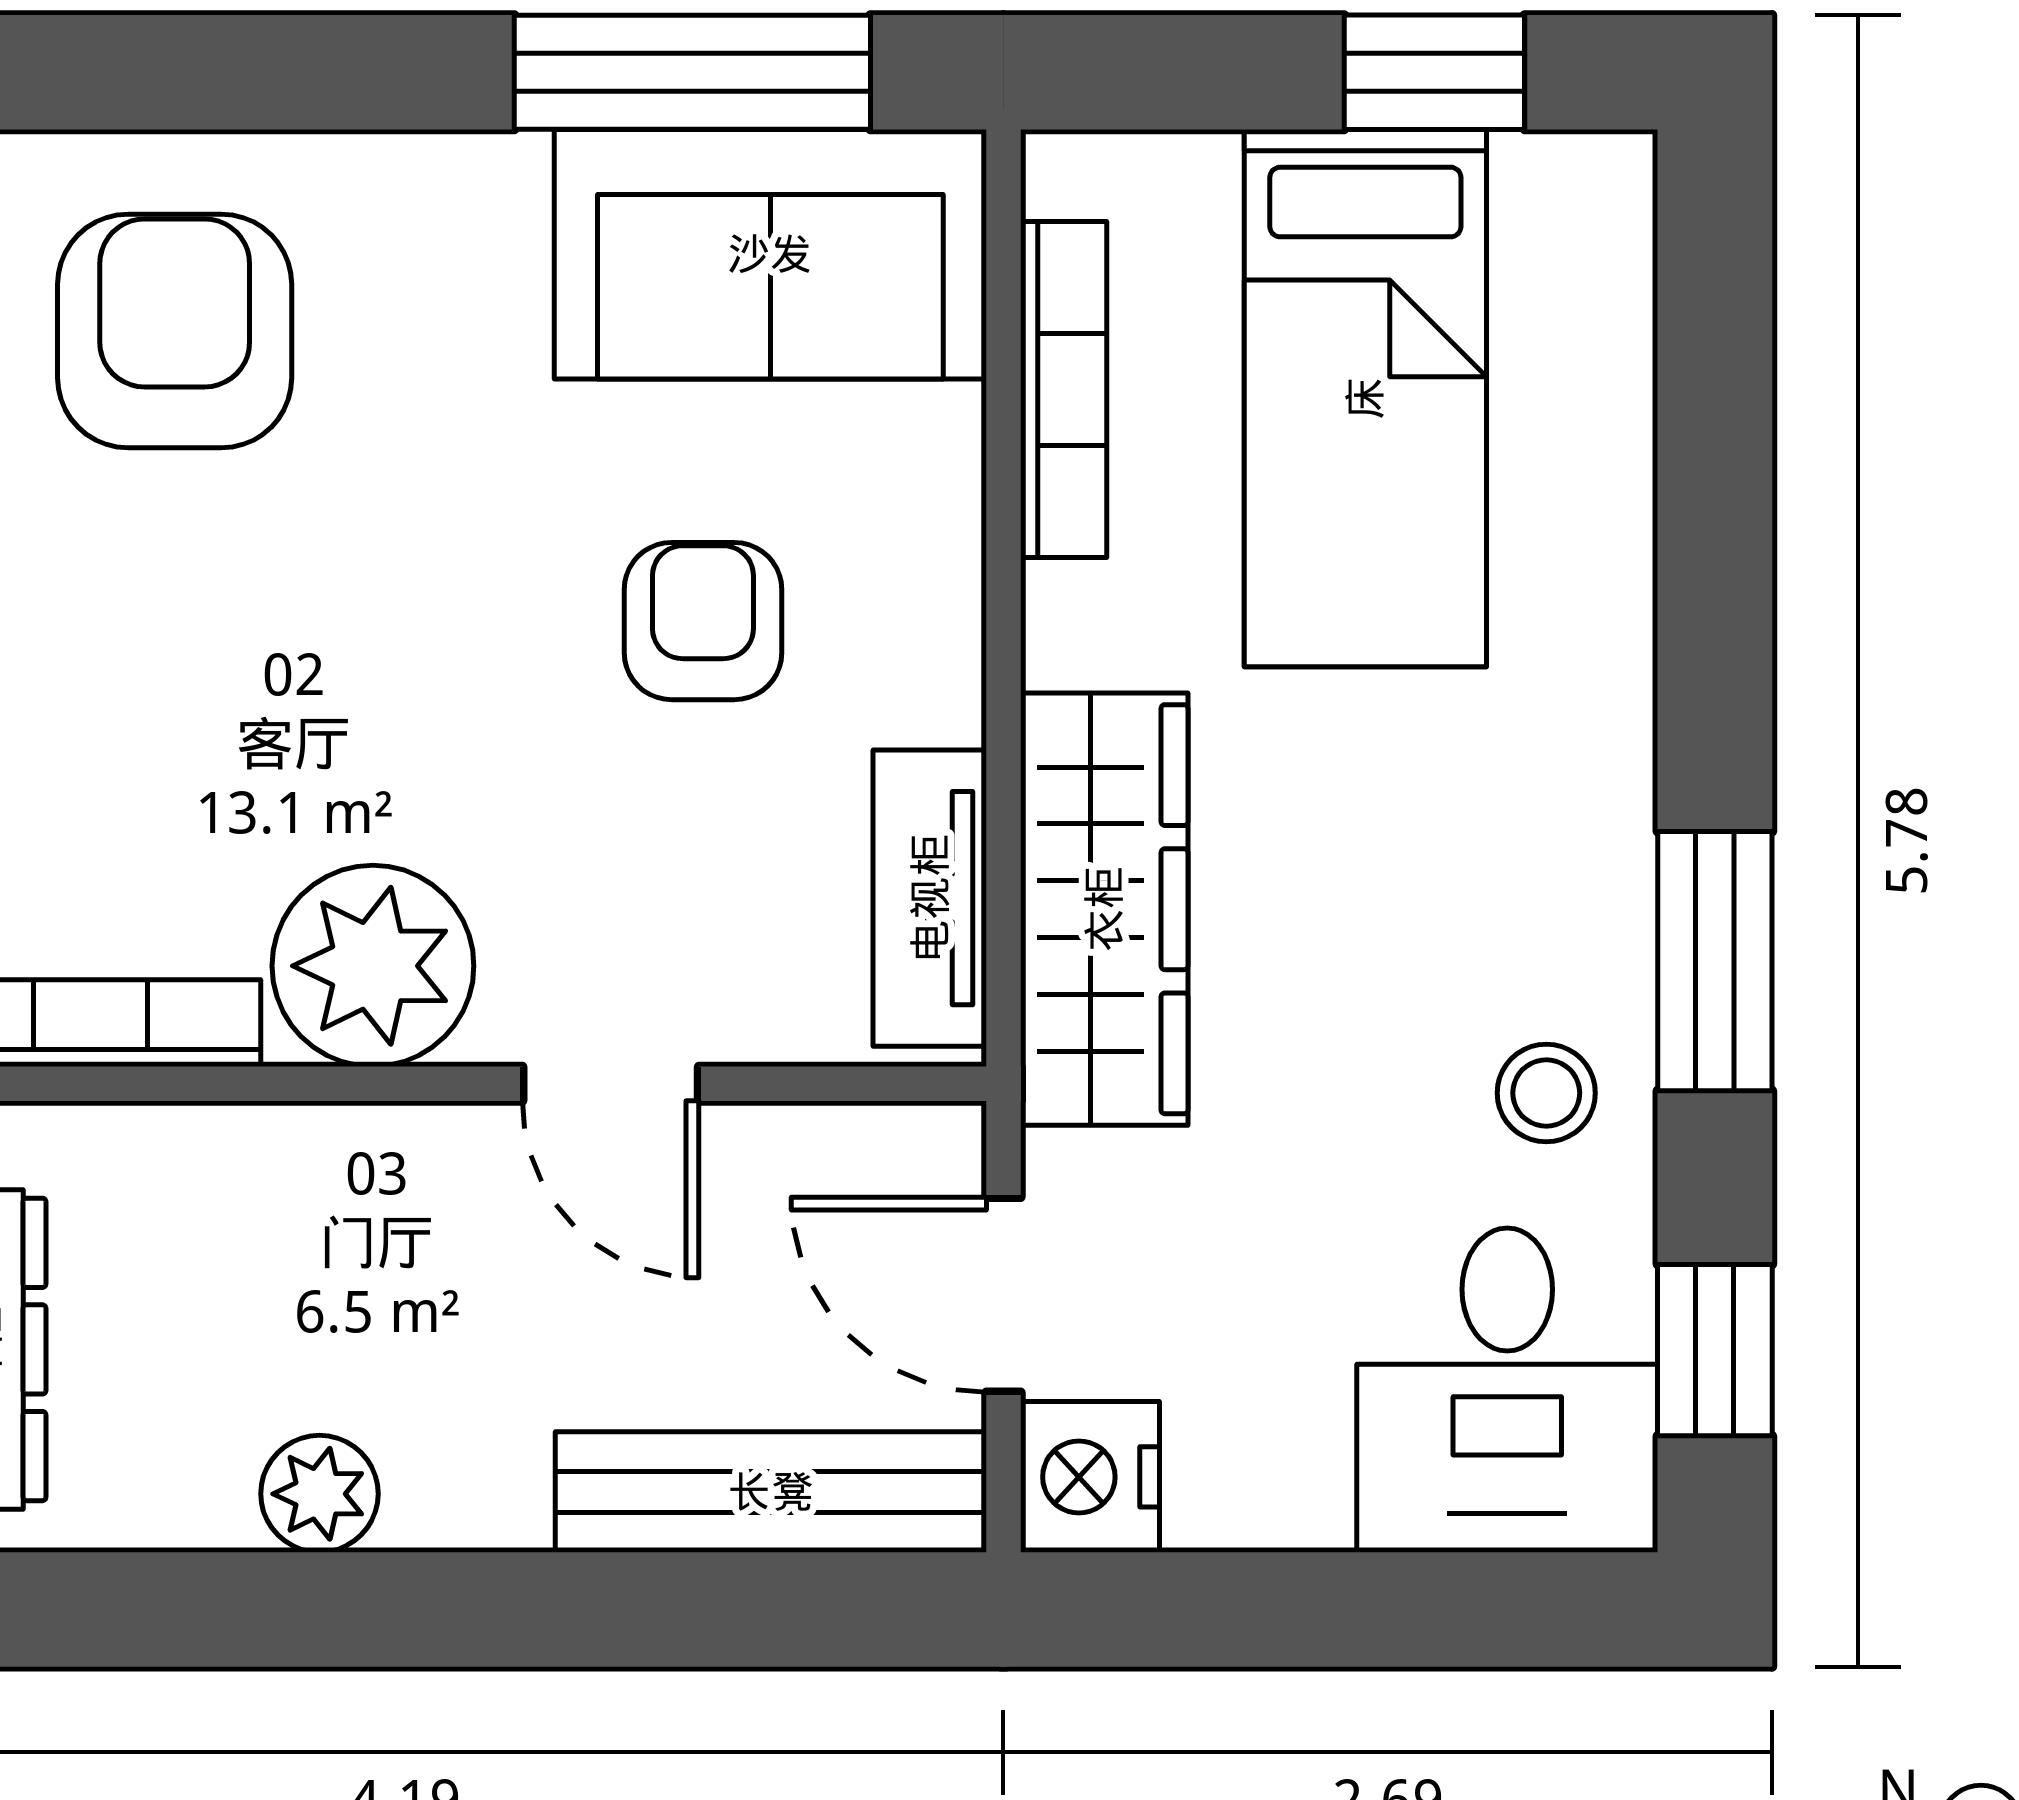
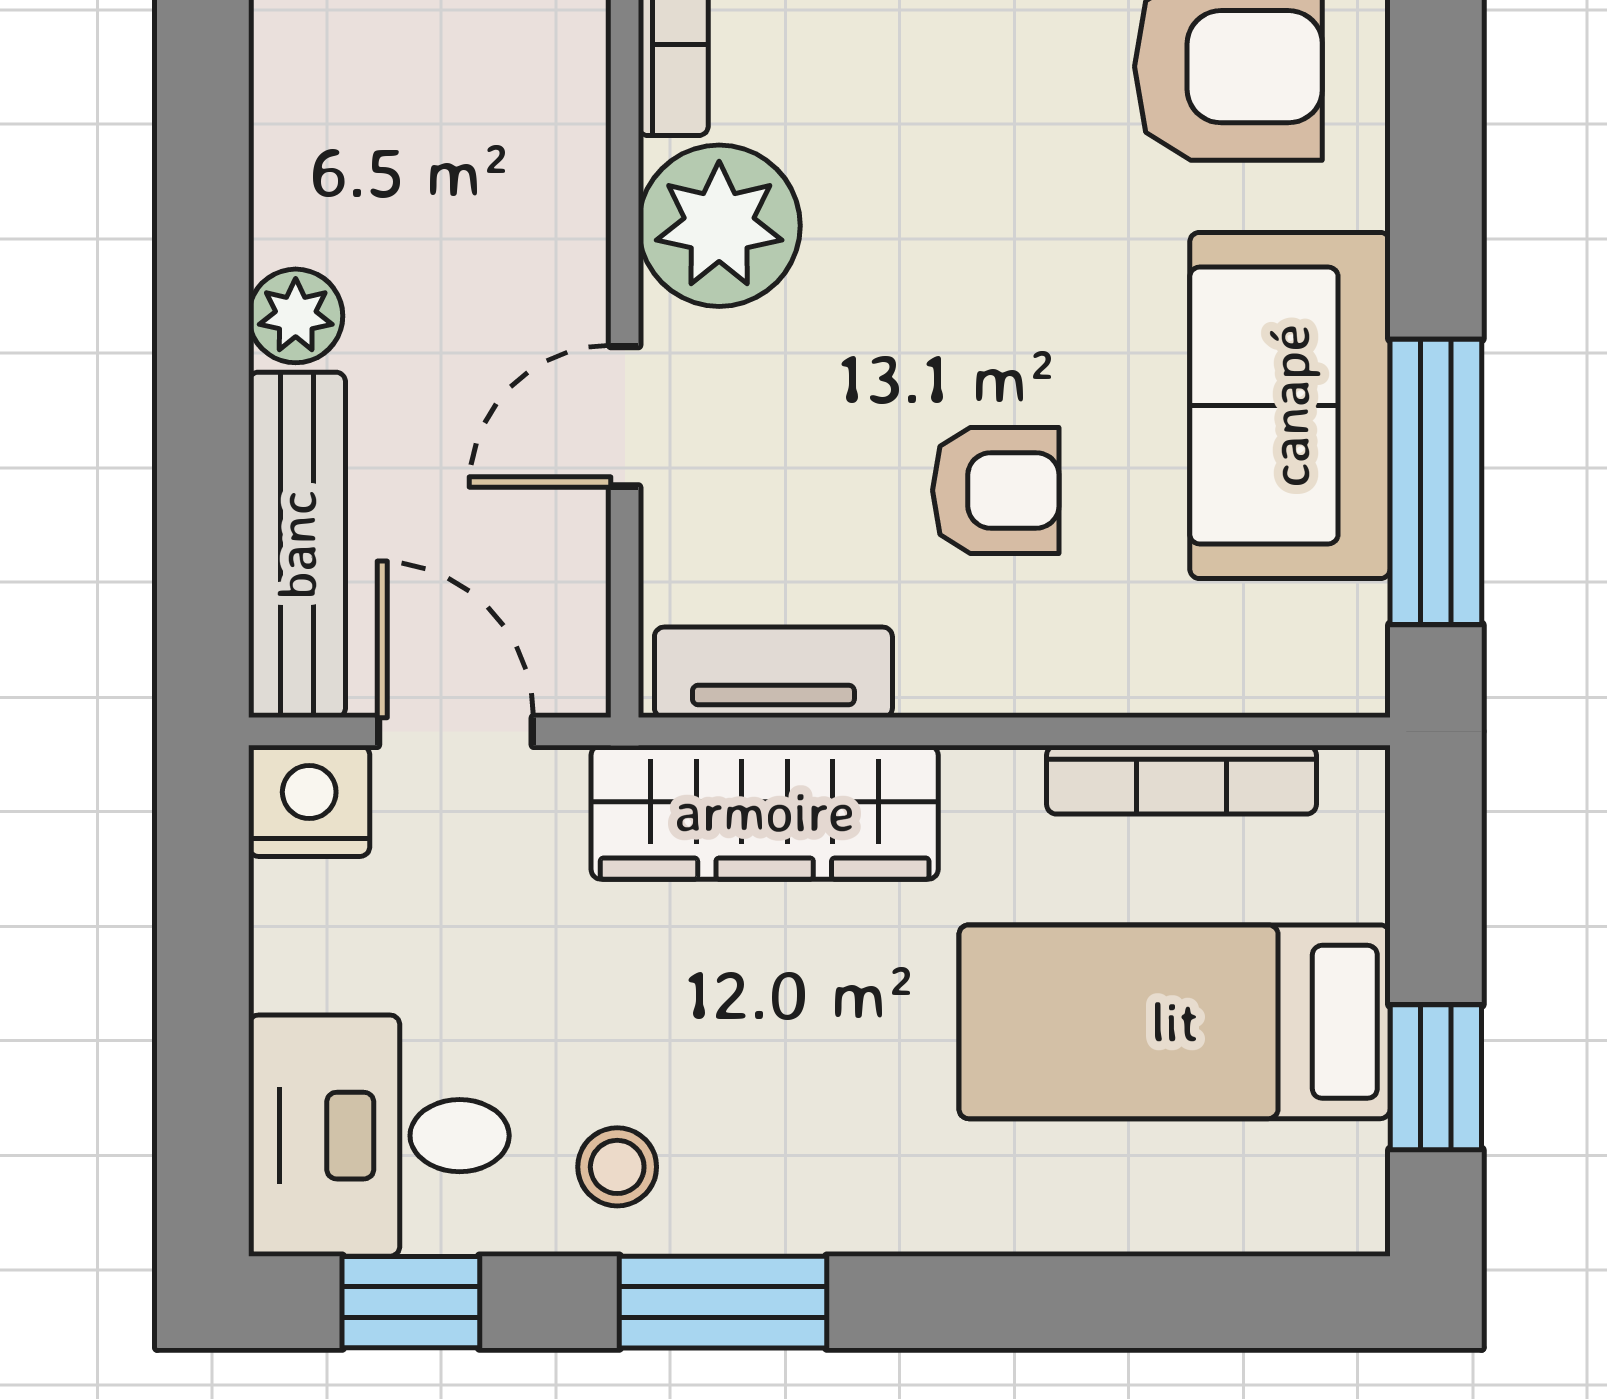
sofa: (770, 254) -> (1290, 405), moved
door: (1003, 1295) -> (455, 731), hinge flipped
plant: (319, 1494) -> (296, 316), moved

